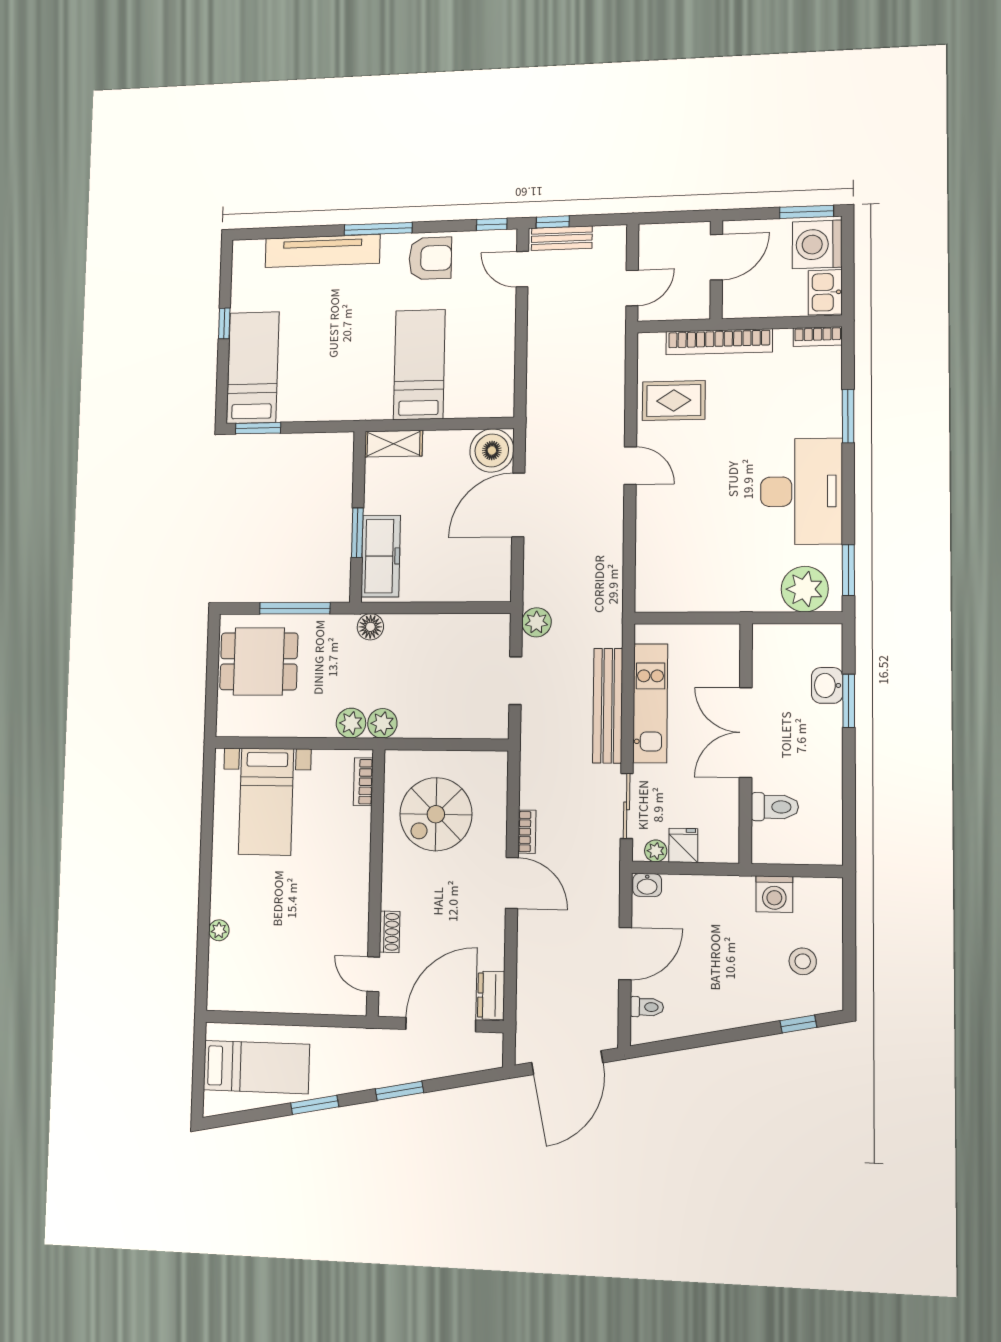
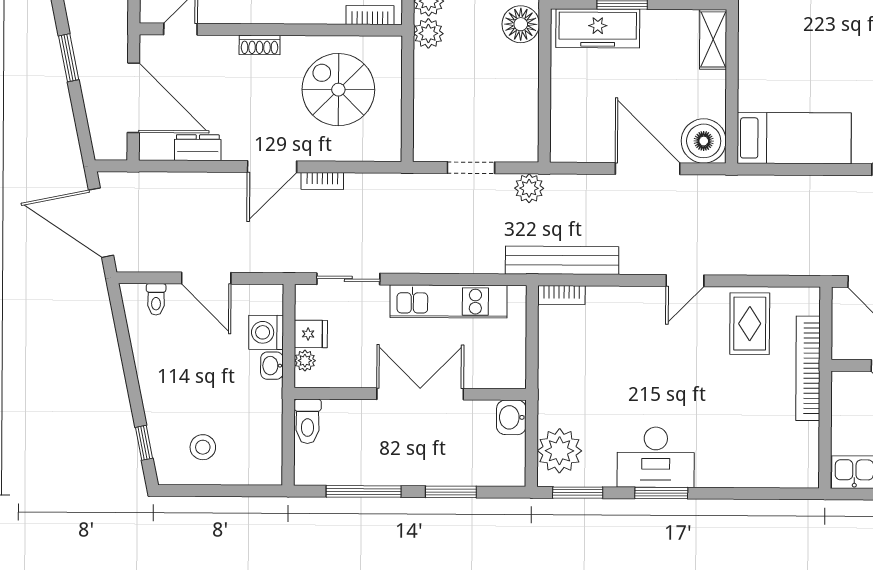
bookcase: (818, 337) -> (561, 295), moved, turned -90
bed: (419, 365) -> (794, 138), moved
window: (848, 416) -> (661, 493), moved
desk: (801, 491) -> (656, 457), width x0.73, depth x0.77
floor lamp: (370, 627) -> (521, 24), width x1.38, depth x1.38
washbasin: (827, 685) -> (511, 417), moved, turned -90
bench: (608, 706) -> (562, 260), moved
window: (849, 792) -> (364, 491), added
toilet: (775, 807) -> (308, 421), moved
plant: (656, 851) -> (305, 361), moved
washbasin: (647, 885) -> (272, 366), moved
washing machine: (774, 894) -> (266, 332), moved
shoe rack: (390, 932) -> (260, 45), moved
dresser: (491, 995) -> (198, 148), moved

